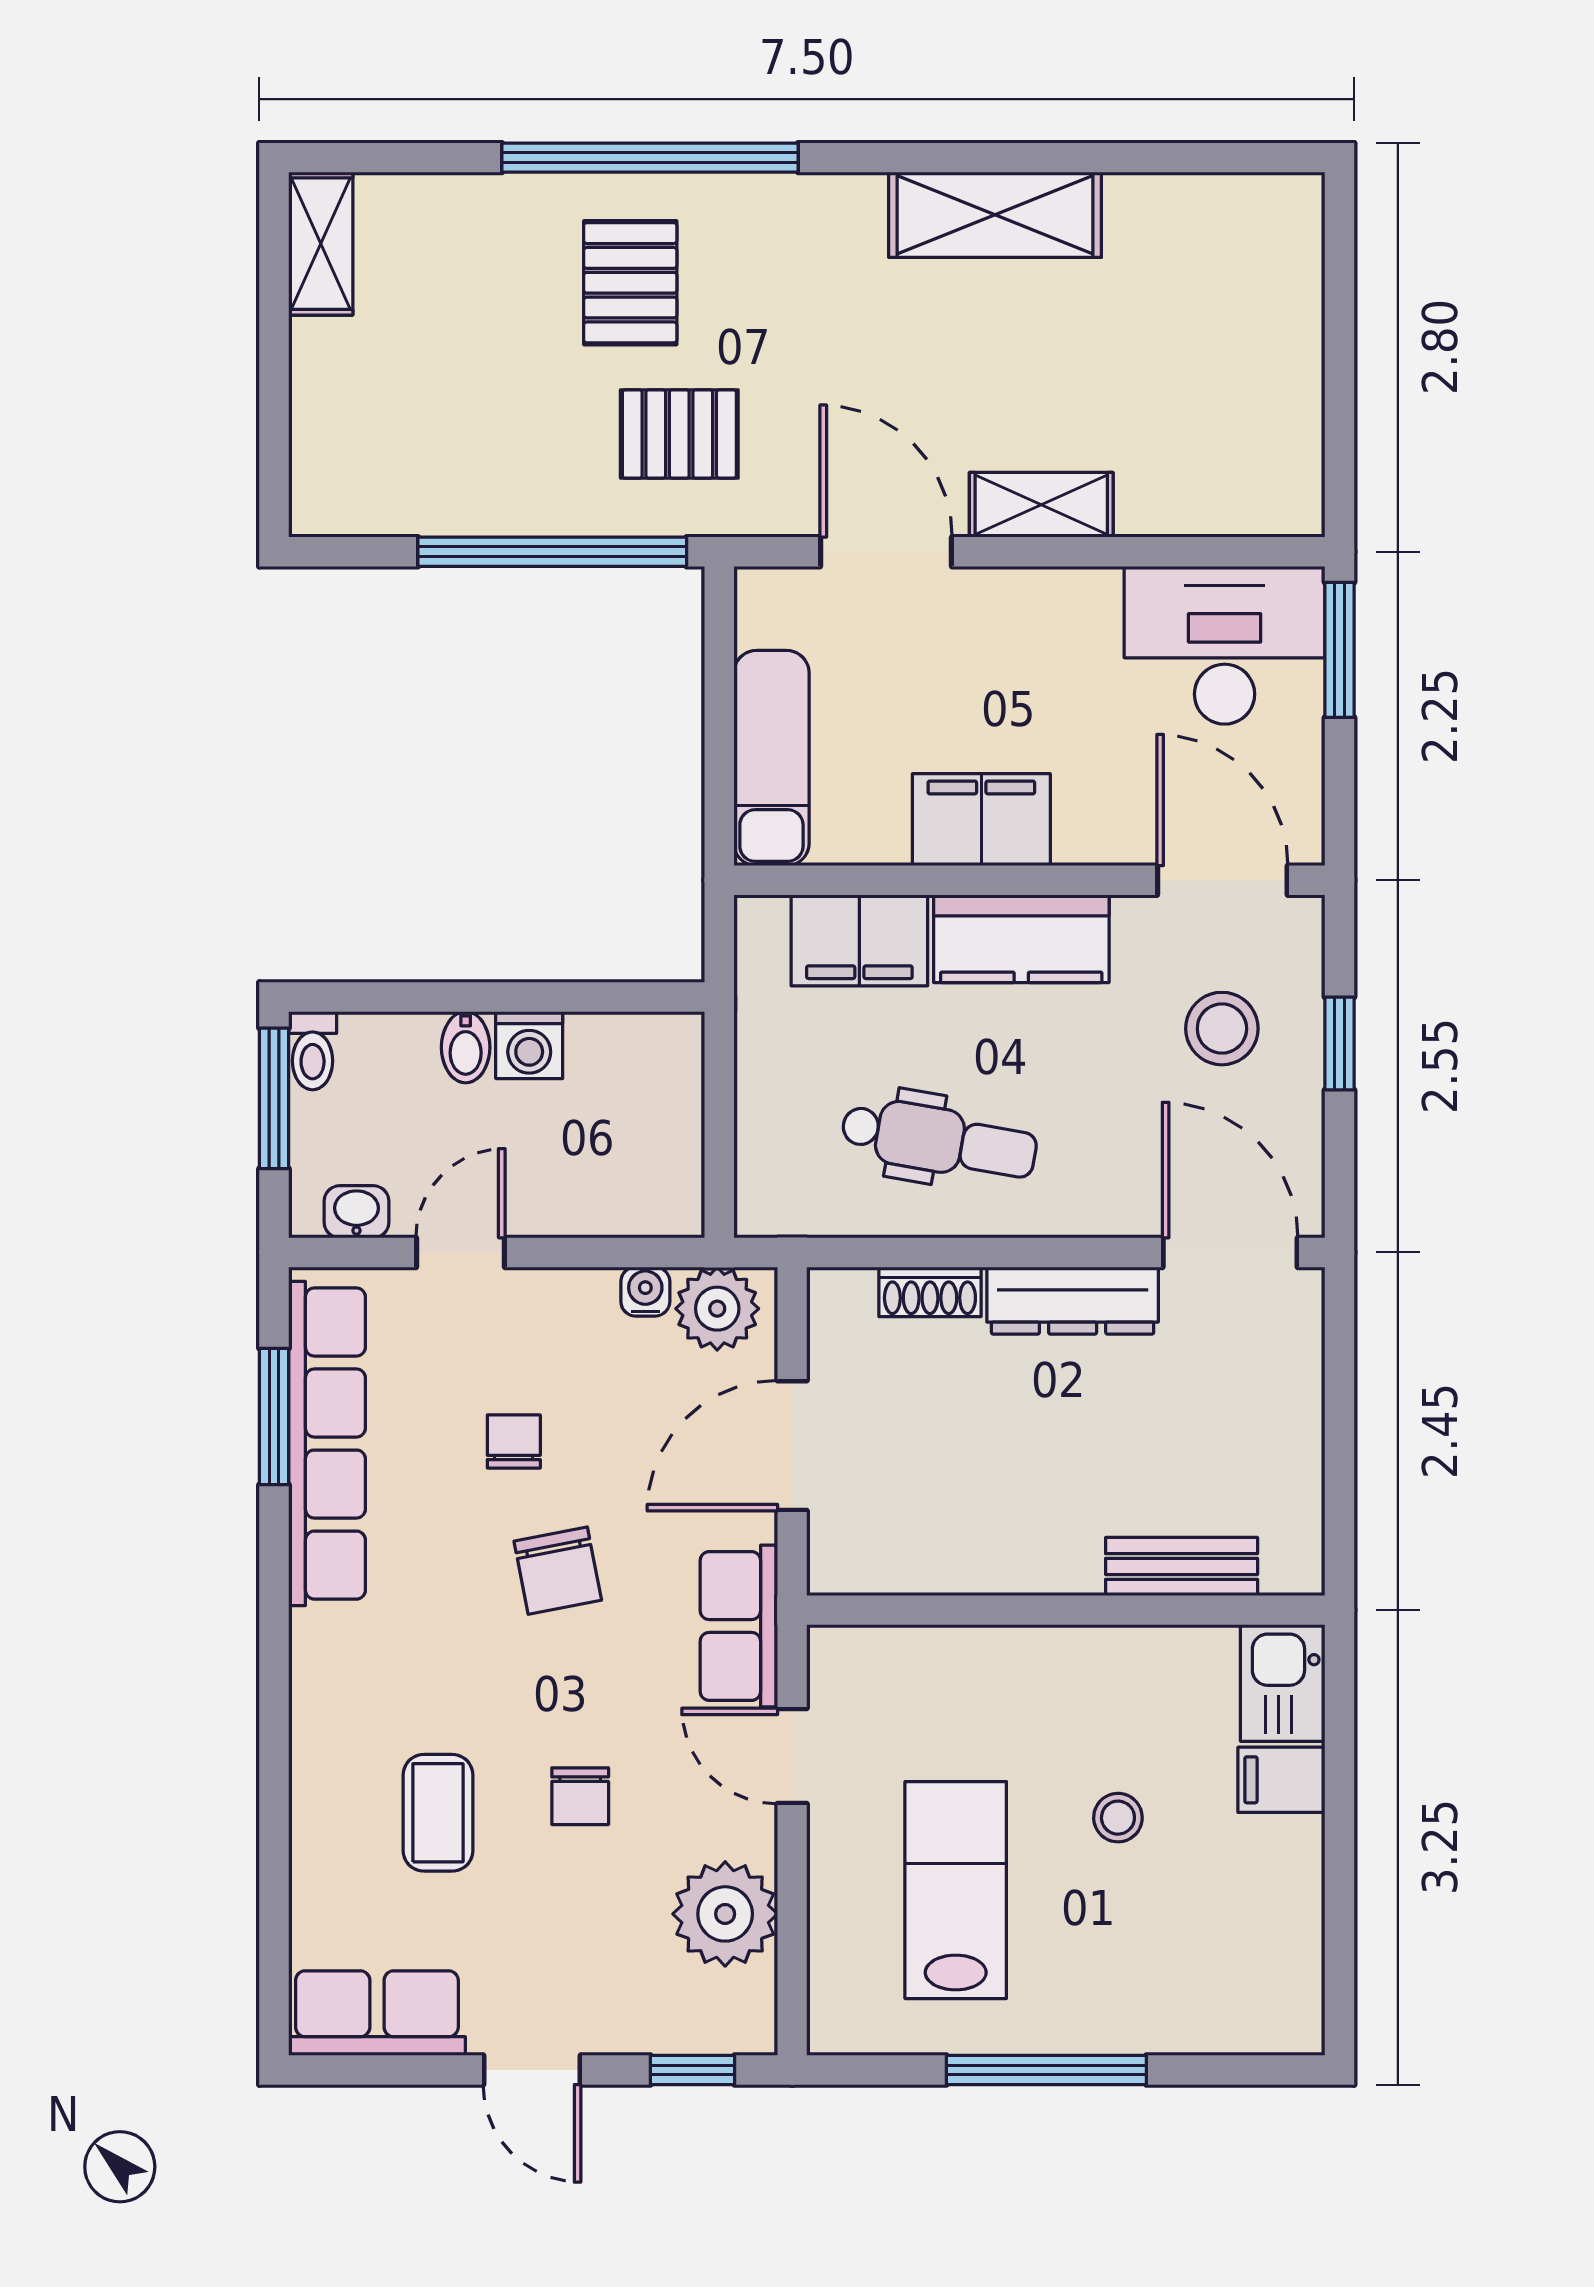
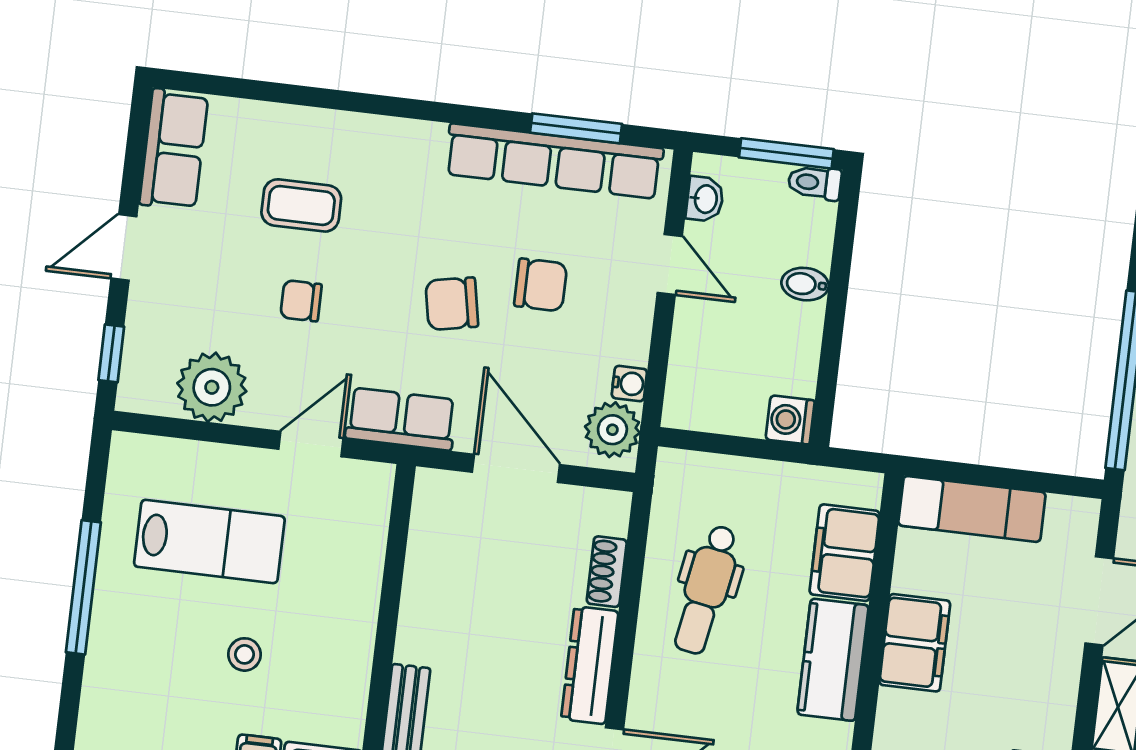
washing machine: (529, 1045) -> (790, 420), moved
chair: (514, 1442) -> (541, 285), width x1.37, depth x1.37

